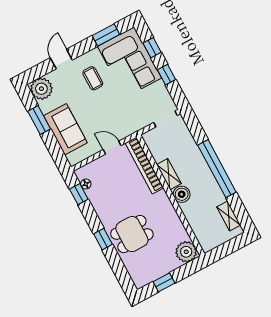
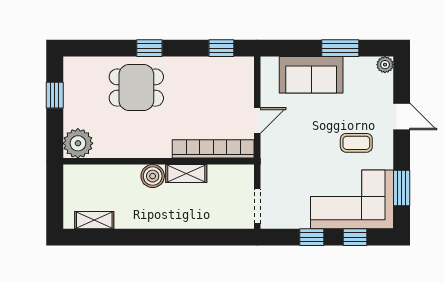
plant: (41, 89) -> (385, 65), width x0.53, depth x0.53
window: (217, 169) -> (161, 237), removed
floor lamp: (86, 184) -> (229, 64), removed
dining table: (132, 234) -> (136, 88), turned 90

